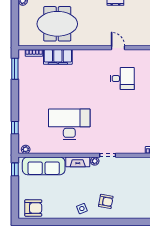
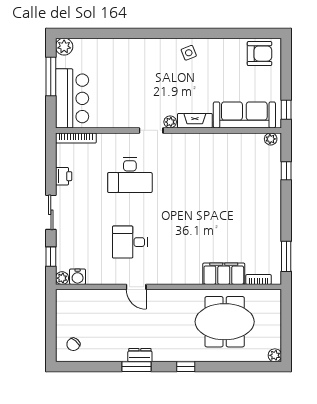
desk: (69, 124) -> (130, 175), moved, width x0.73, depth x0.77
armchair: (106, 201) -> (154, 63), removed
armchair: (33, 208) -> (259, 54), turned 180

